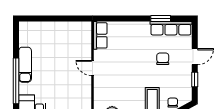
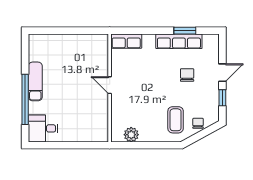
row of seats: (171, 28) -> (179, 41), moved
row of seats: (100, 35) -> (126, 41), moved, turned 90

